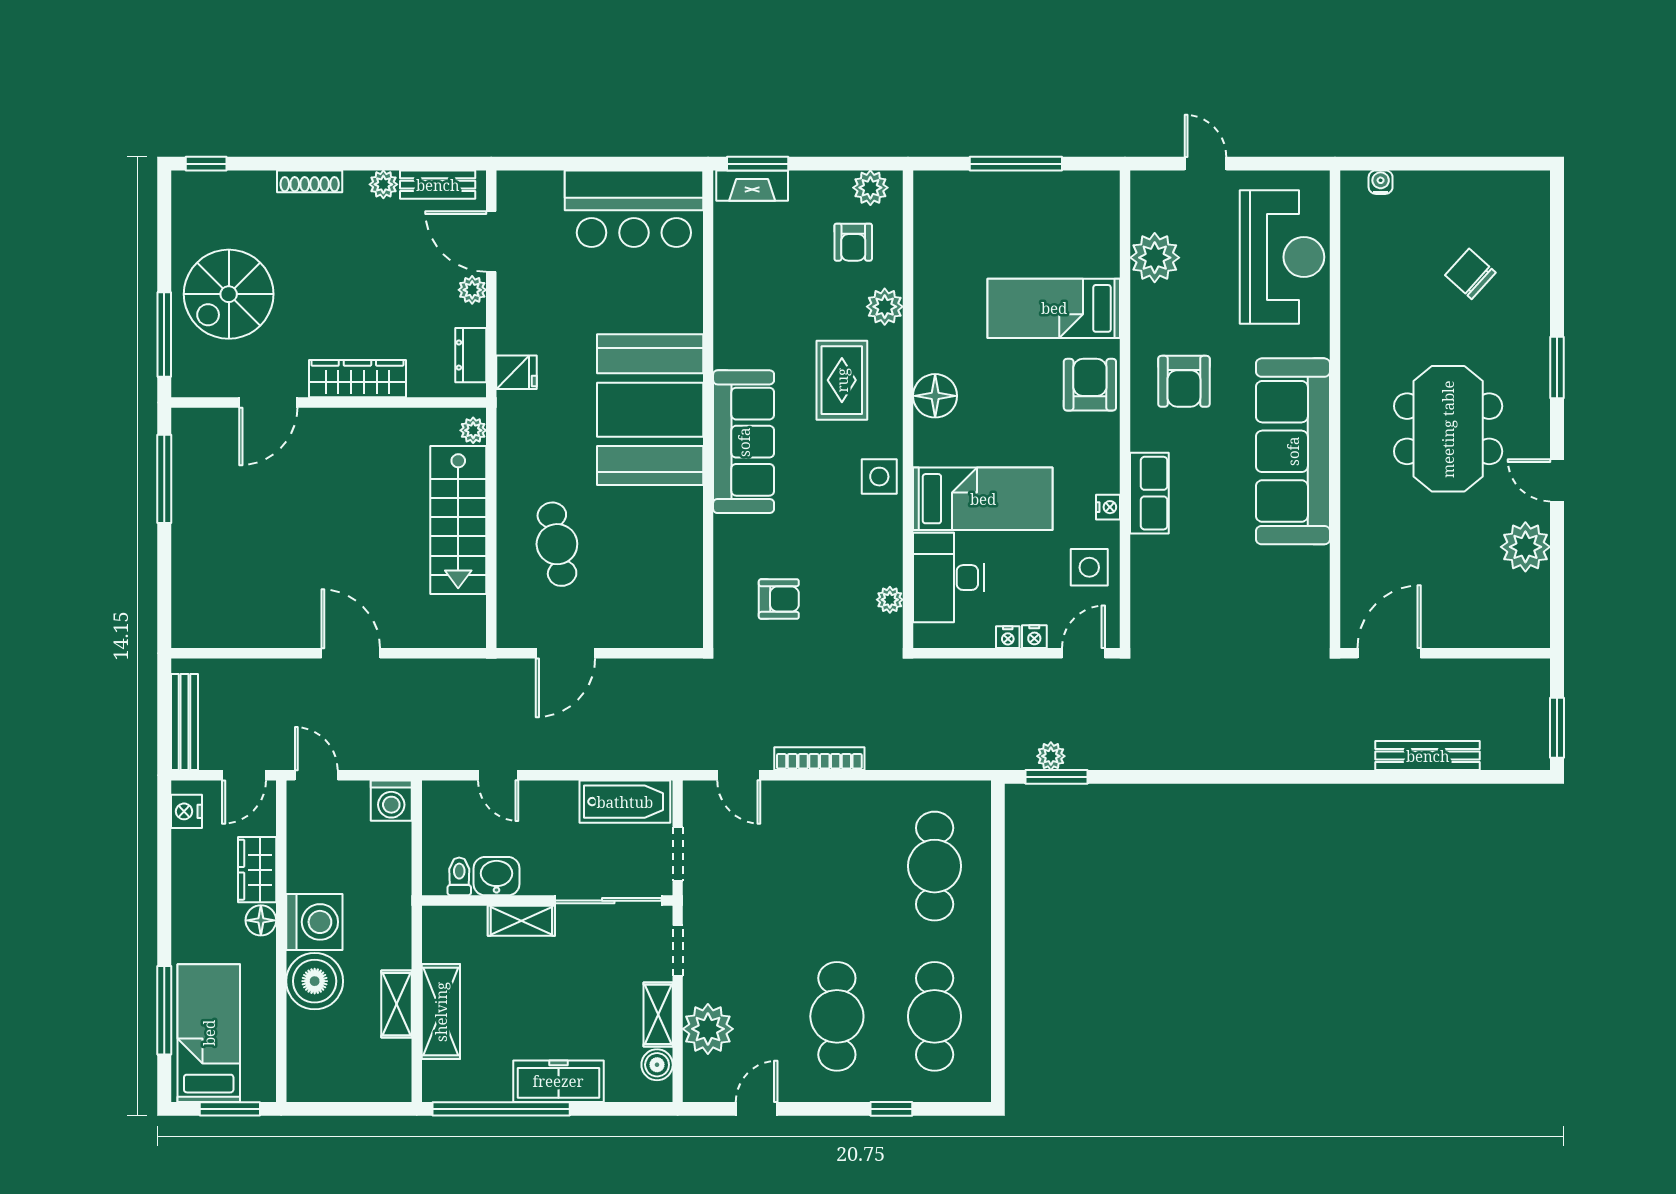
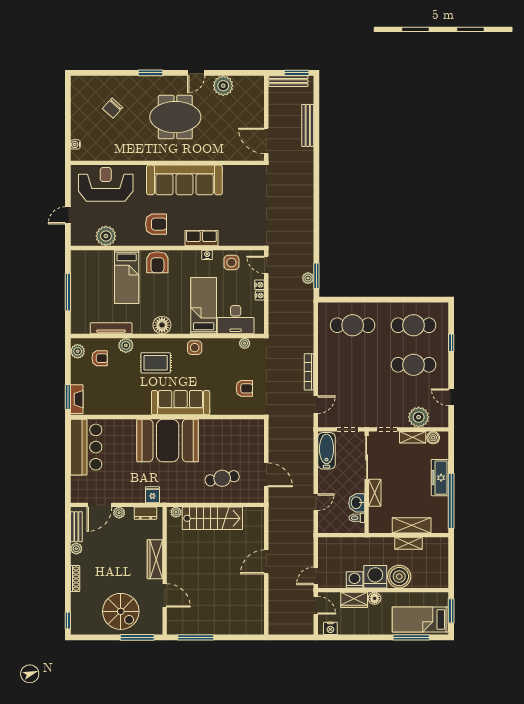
tv unit: (927, 270) -> (111, 328), added
armchair: (1090, 385) -> (157, 262), turned -90
armchair: (779, 599) -> (244, 388), turned 90
bench: (185, 722) -> (288, 81), moved
washing machine: (391, 801) -> (355, 580), moved, turned -90

